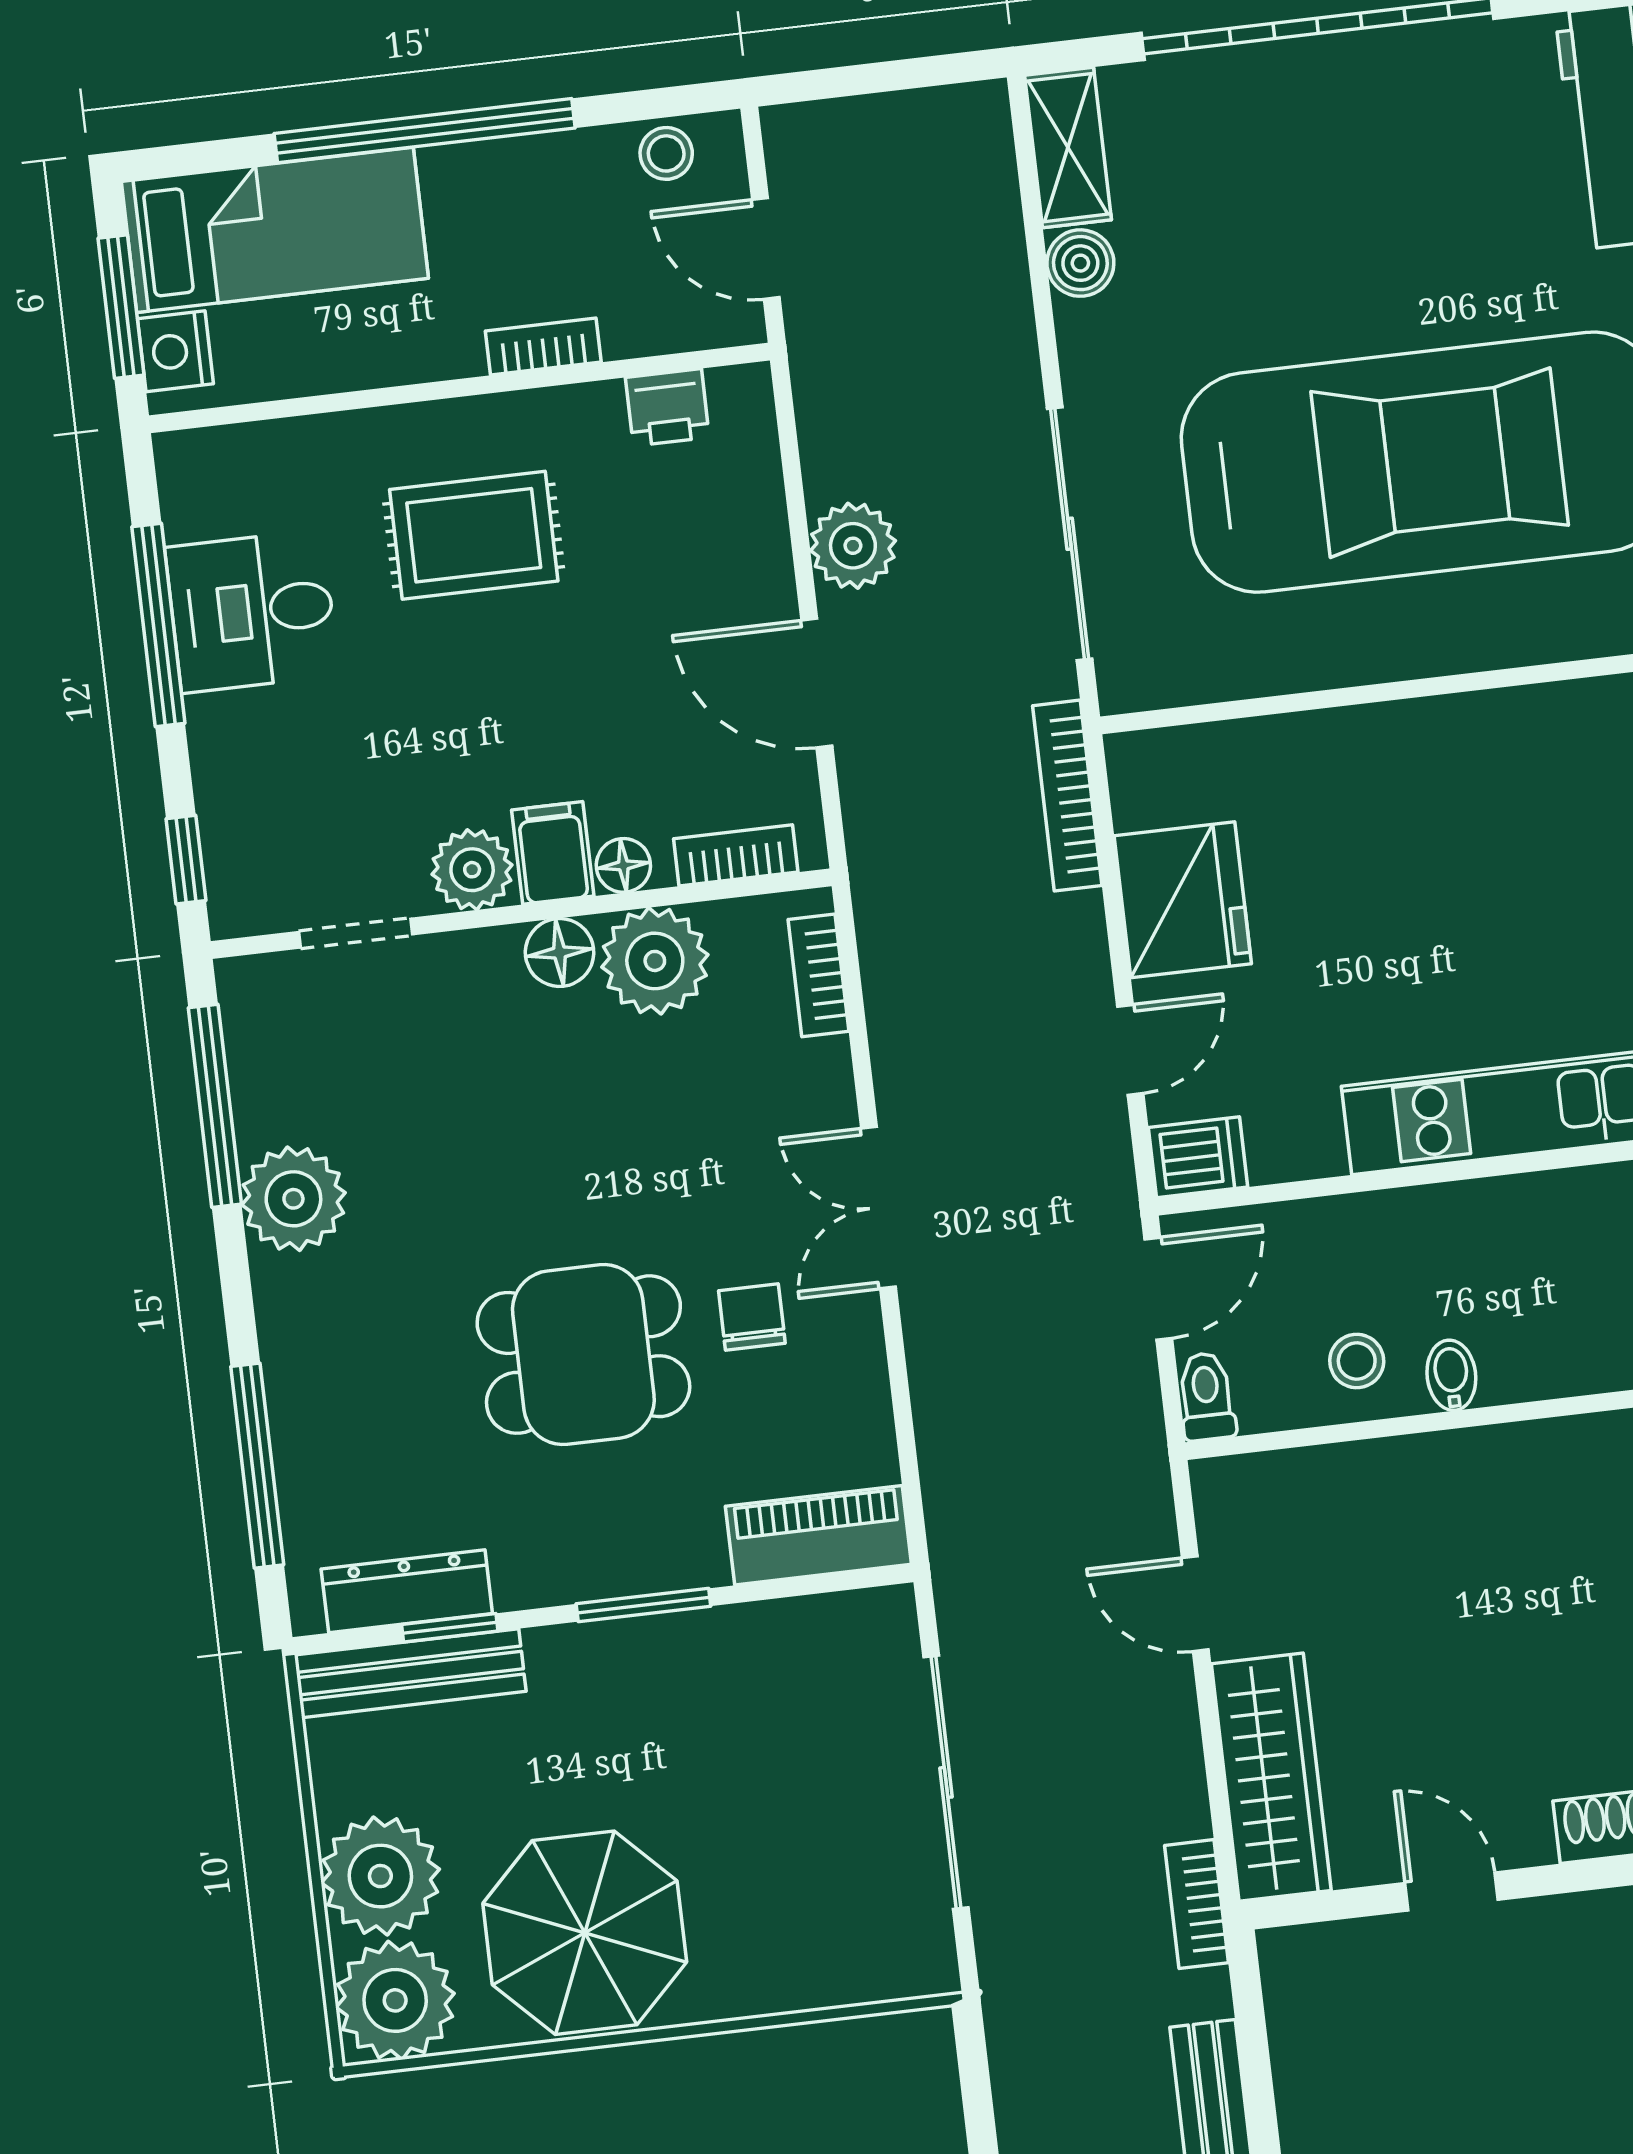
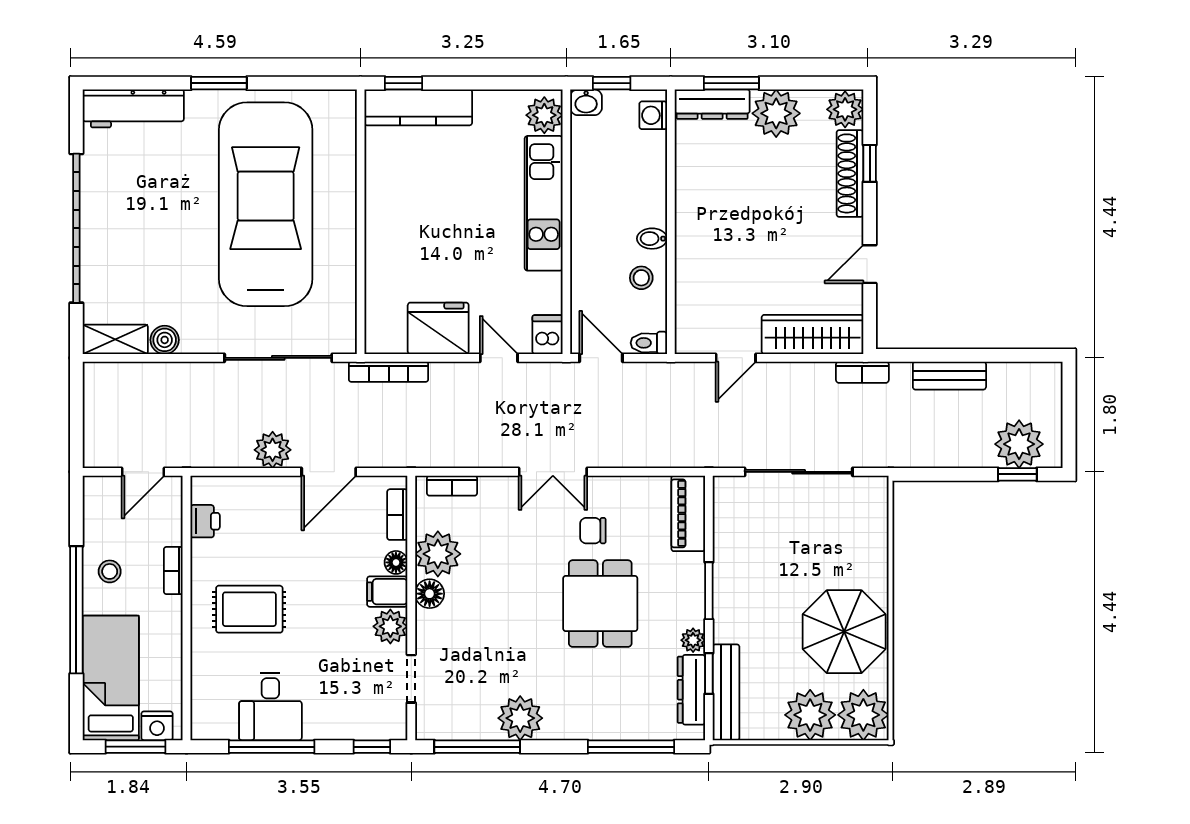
stool: (666, 153) -> (110, 571), moved
rug: (474, 535) -> (249, 609), turned 90
plant: (523, 1582) -> (693, 640), added

